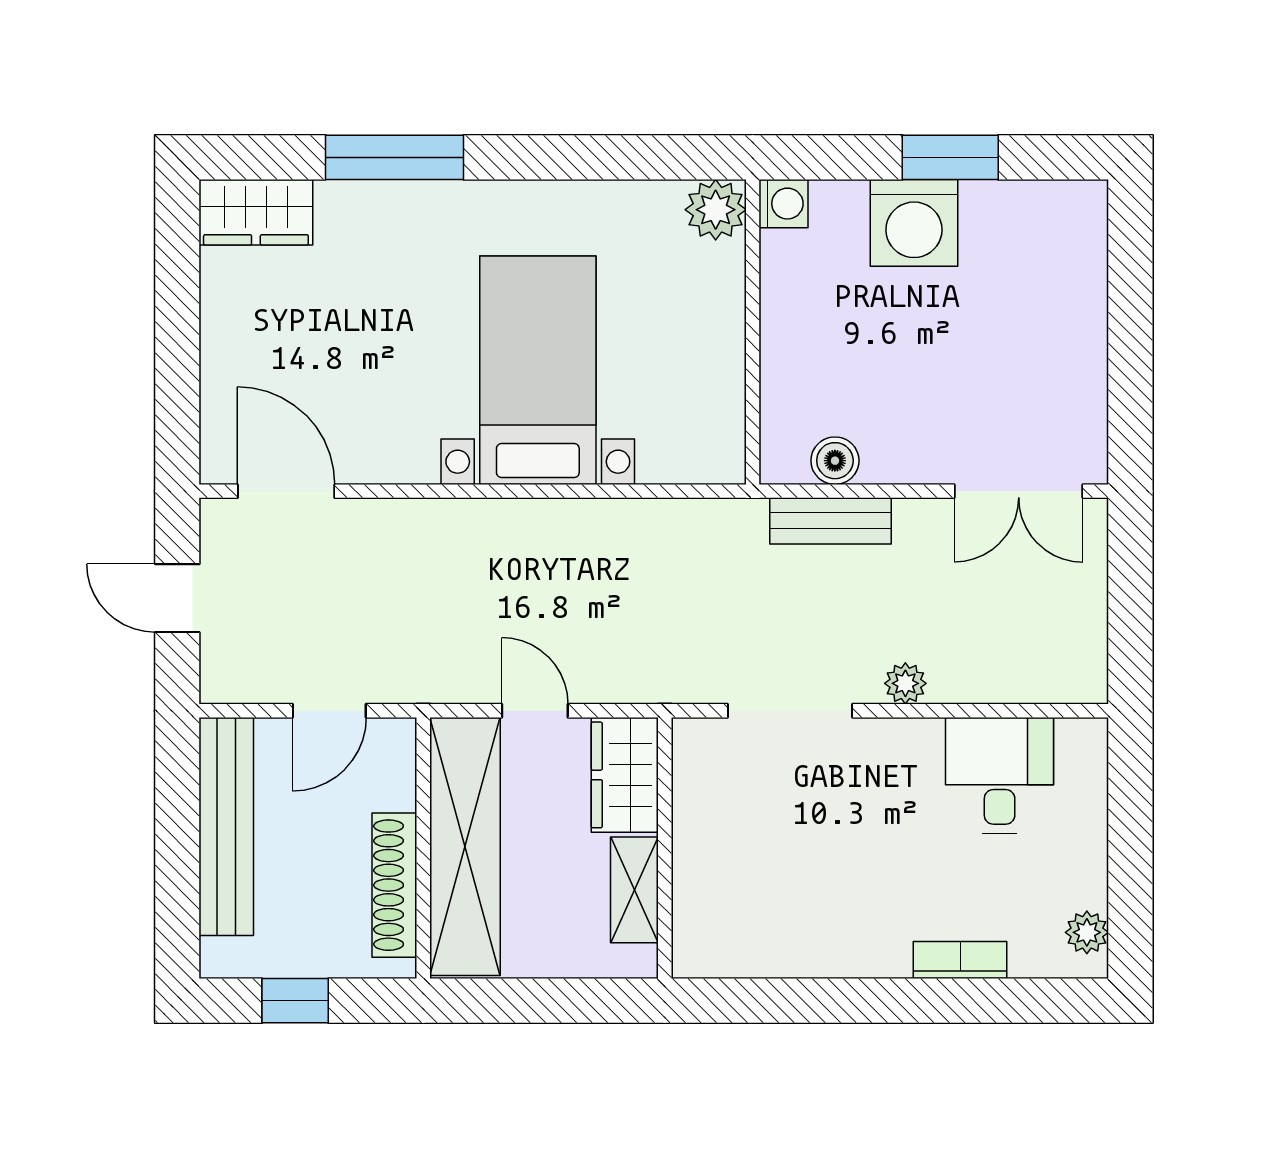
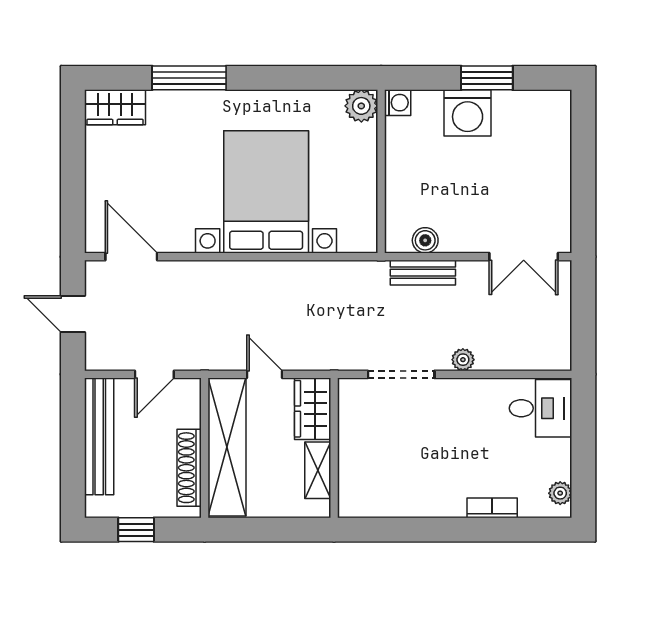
bed with nightstands: (538, 370) -> (266, 192), width x1.36
desk: (1000, 775) -> (541, 408), moved, turned 90

